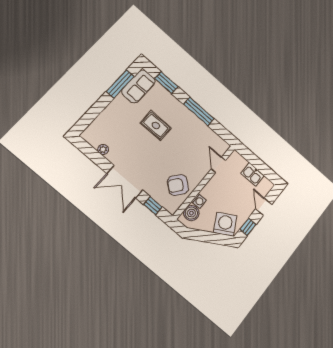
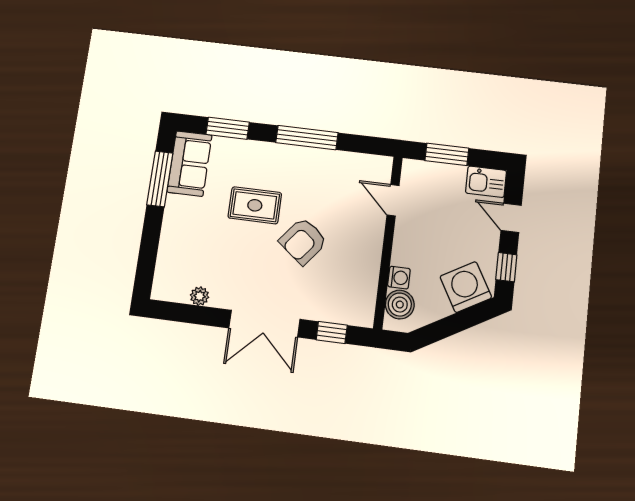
window: (254, 161) -> (447, 154), added
kitchen sink: (253, 174) -> (486, 182), moved
armchair: (178, 185) -> (303, 241), moved

